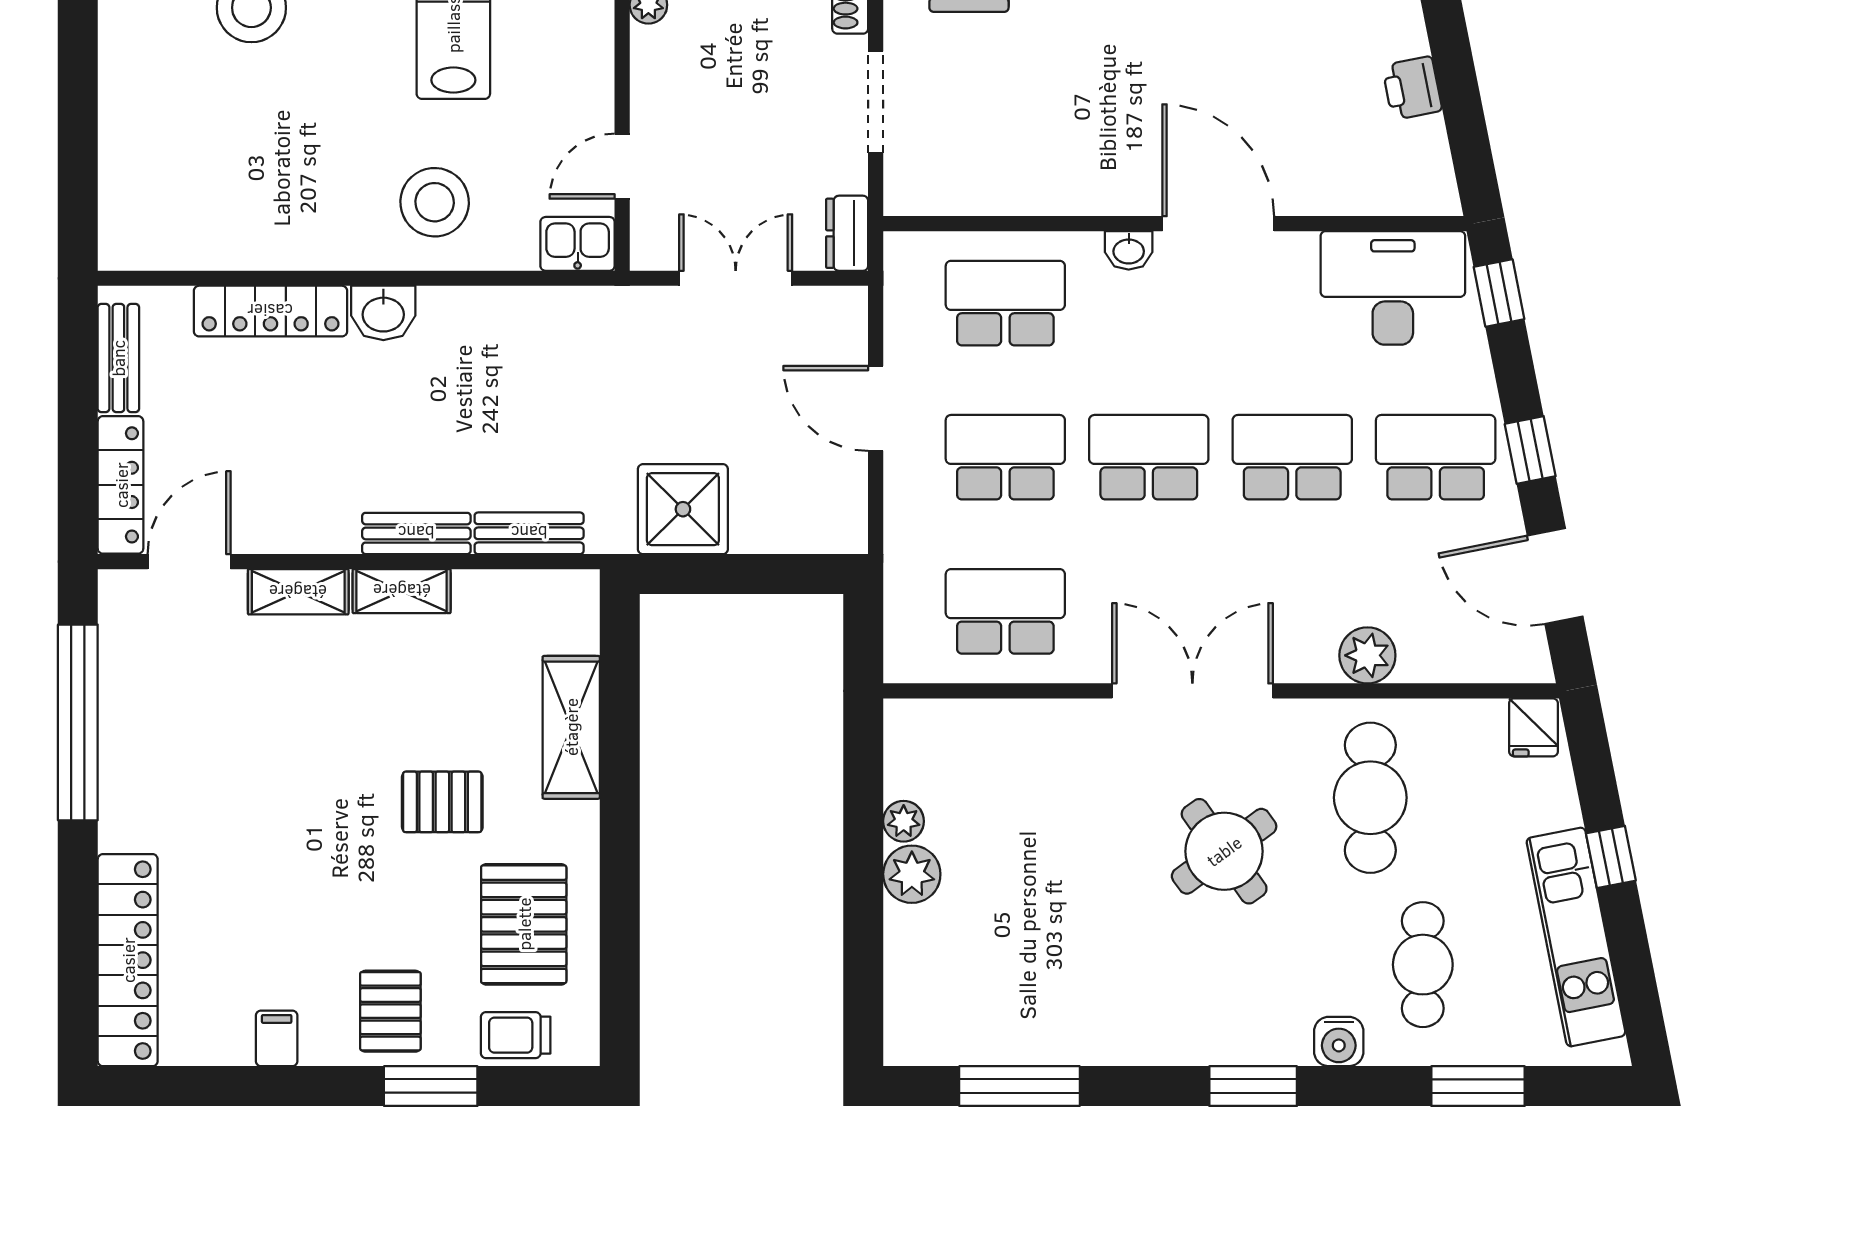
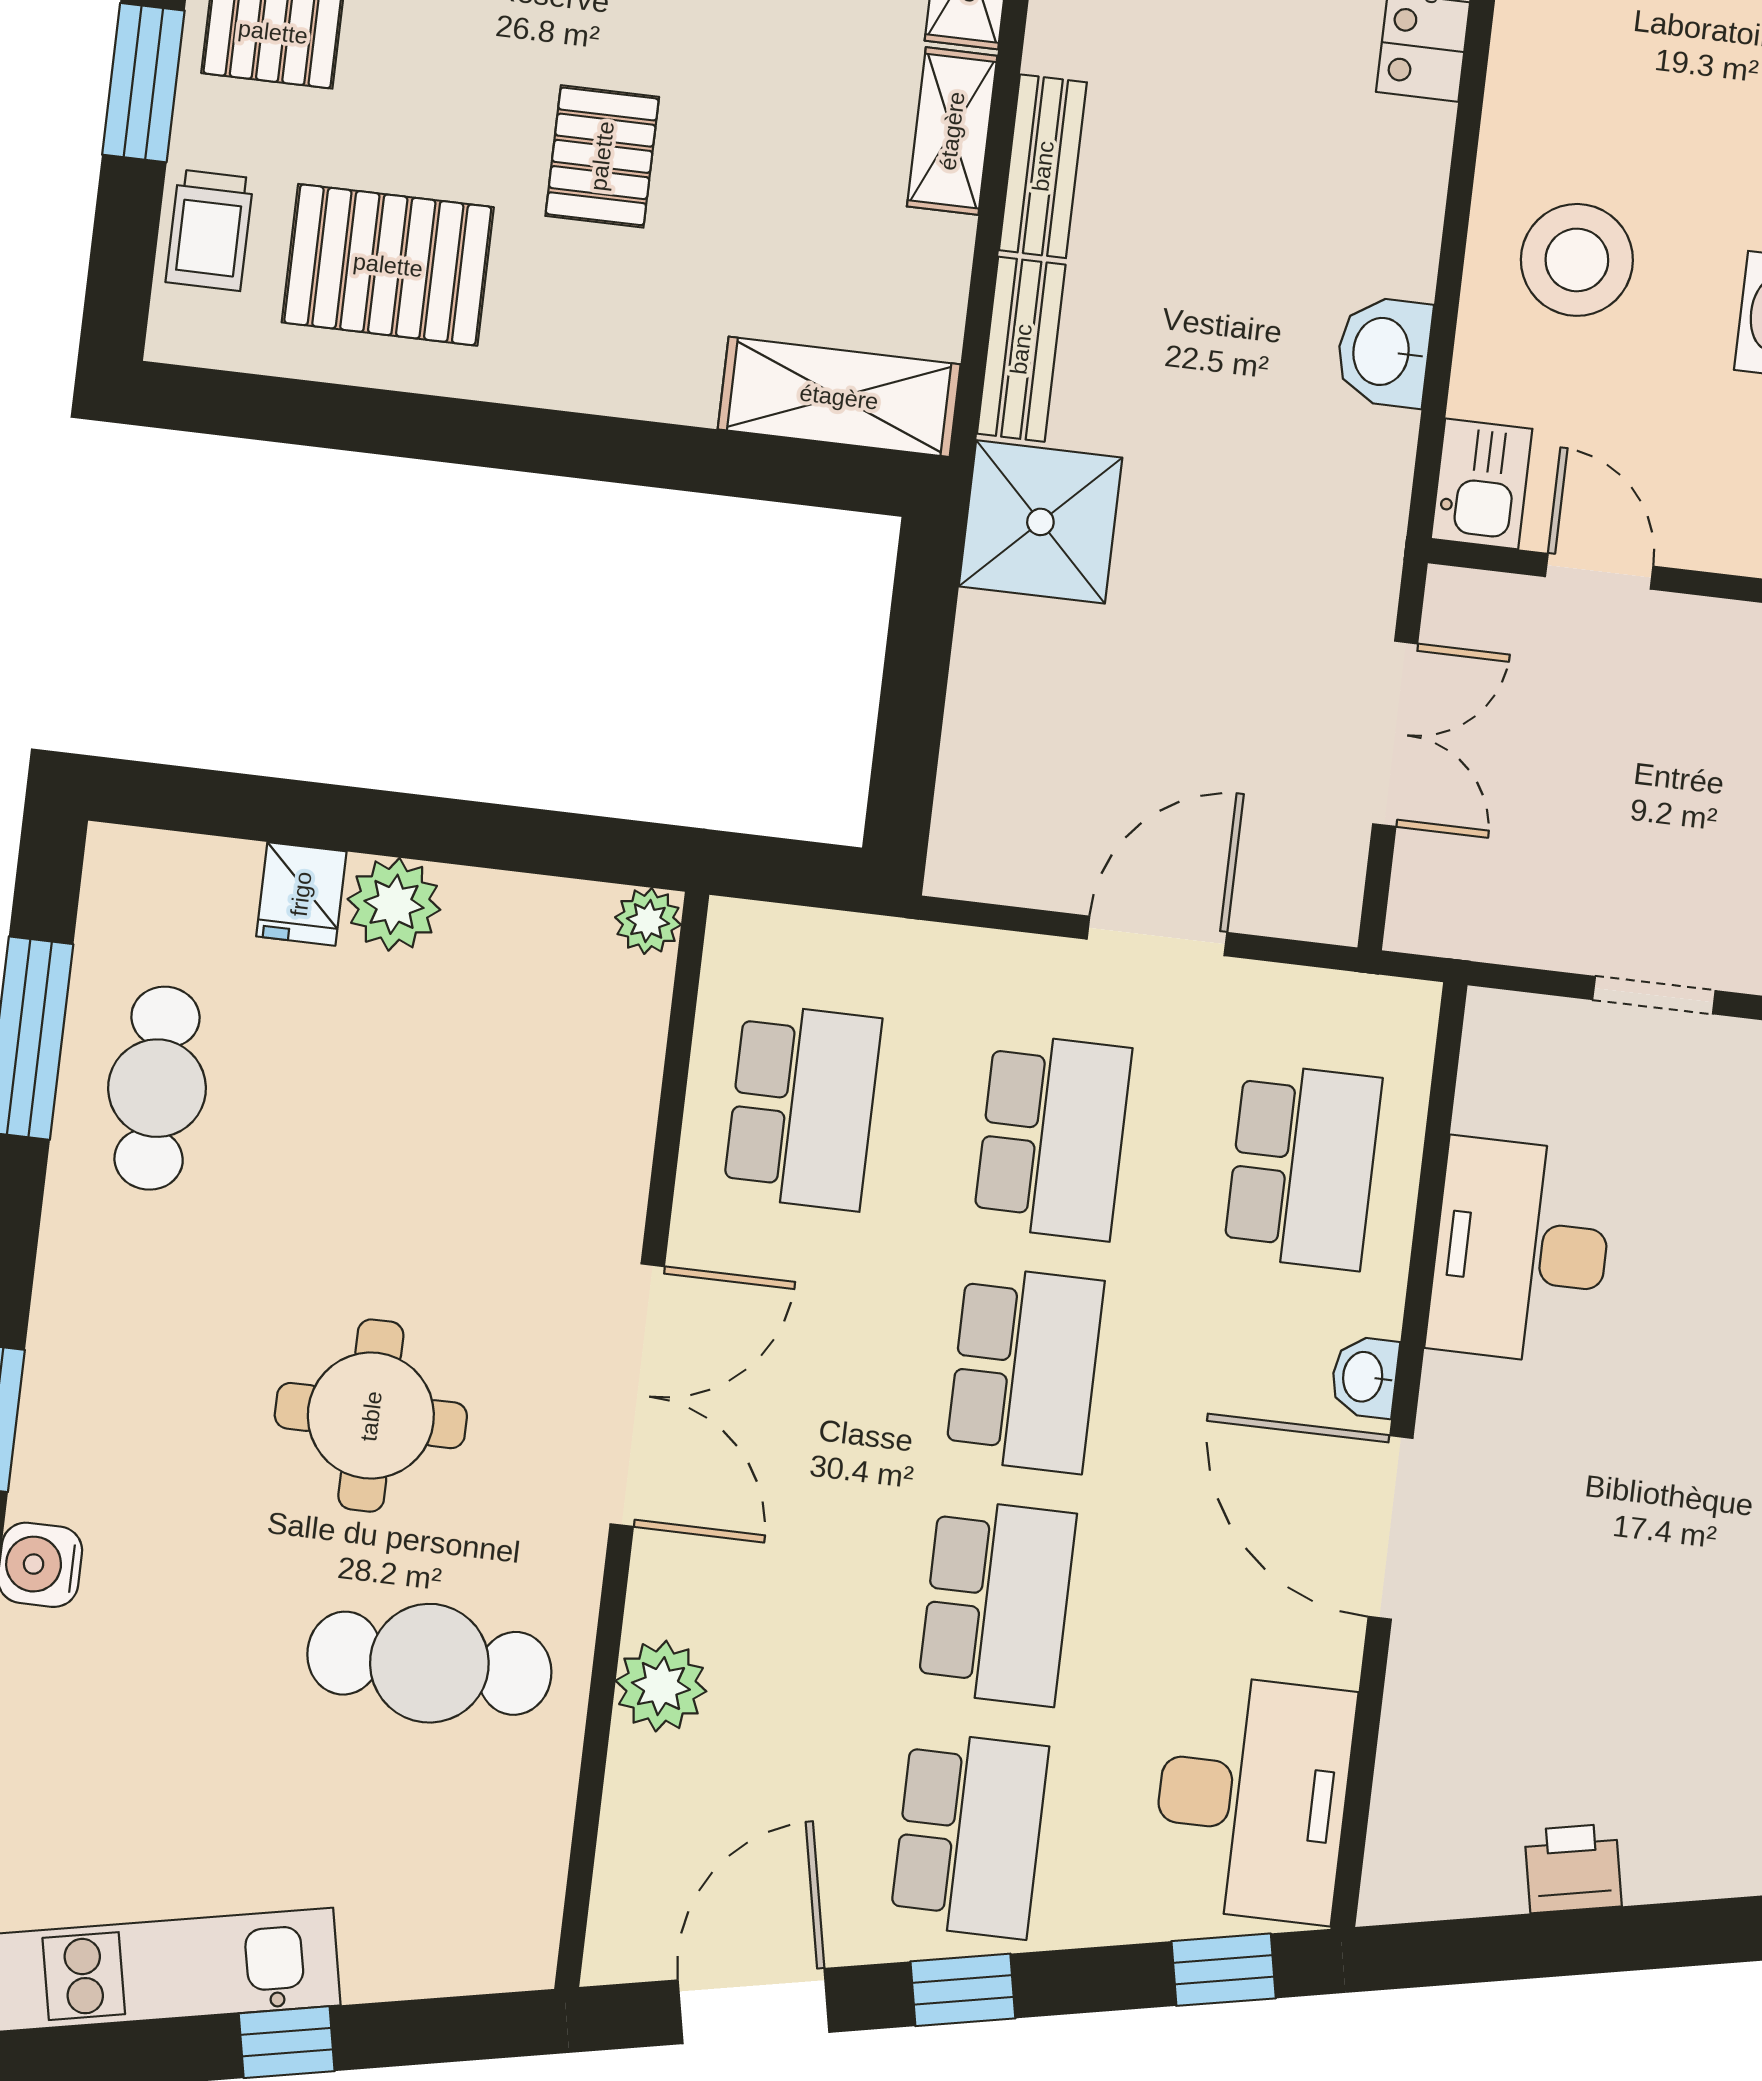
doorway: (876, 102) -> (1654, 995), width x0.73
desk: (1041, 164) -> (1521, 1251), added
door: (1218, 224) -> (1391, 1527), swing flipped
dresser: (847, 233) -> (1447, 923), removed
washbasin: (383, 313) -> (1384, 352), moved
shower: (683, 509) -> (1040, 522), moved
shelving: (571, 727) -> (839, 397), moved
fridge: (1533, 727) -> (301, 894), moved, turned -90
plant: (904, 821) -> (648, 921), moved
round table: (1224, 851) -> (371, 1416), turned 36
cafe table: (1423, 965) -> (157, 1088), moved, turned 90
trolley: (516, 1035) -> (210, 230), turned 180

